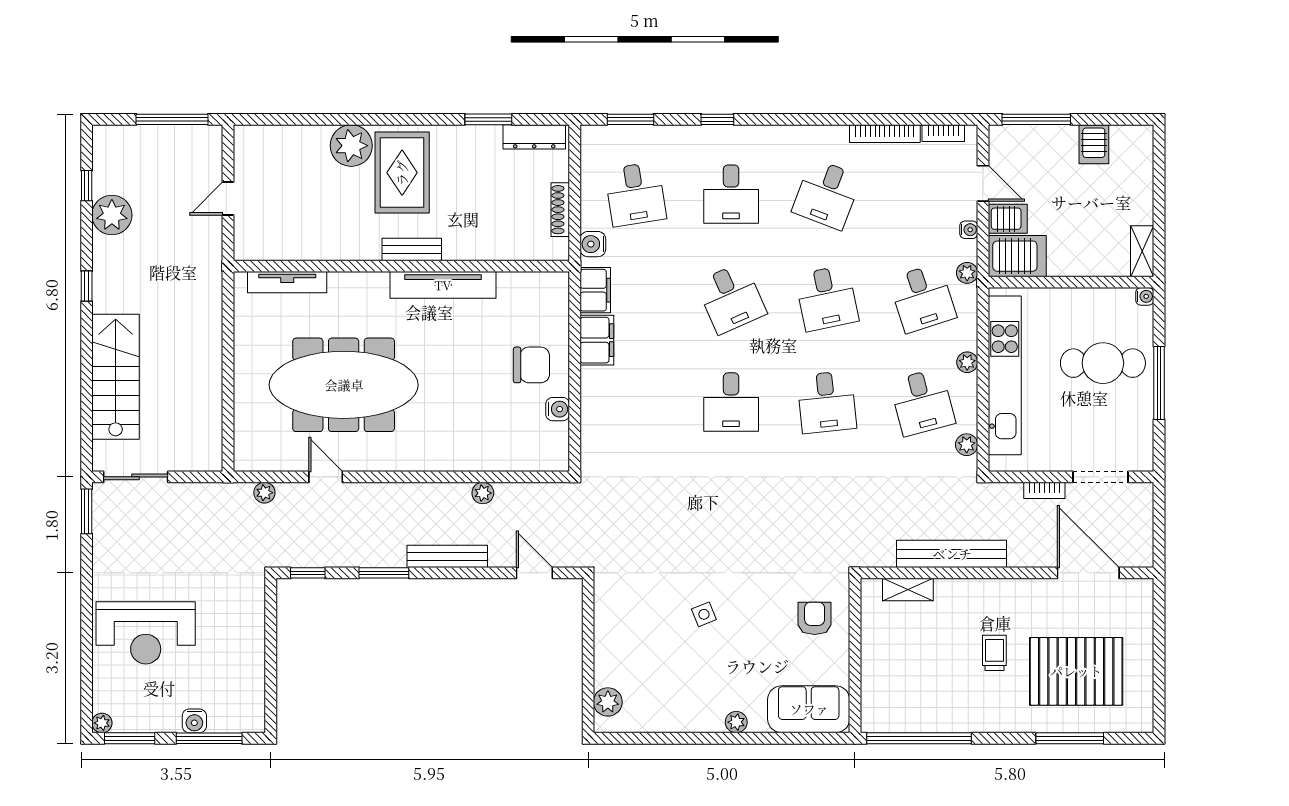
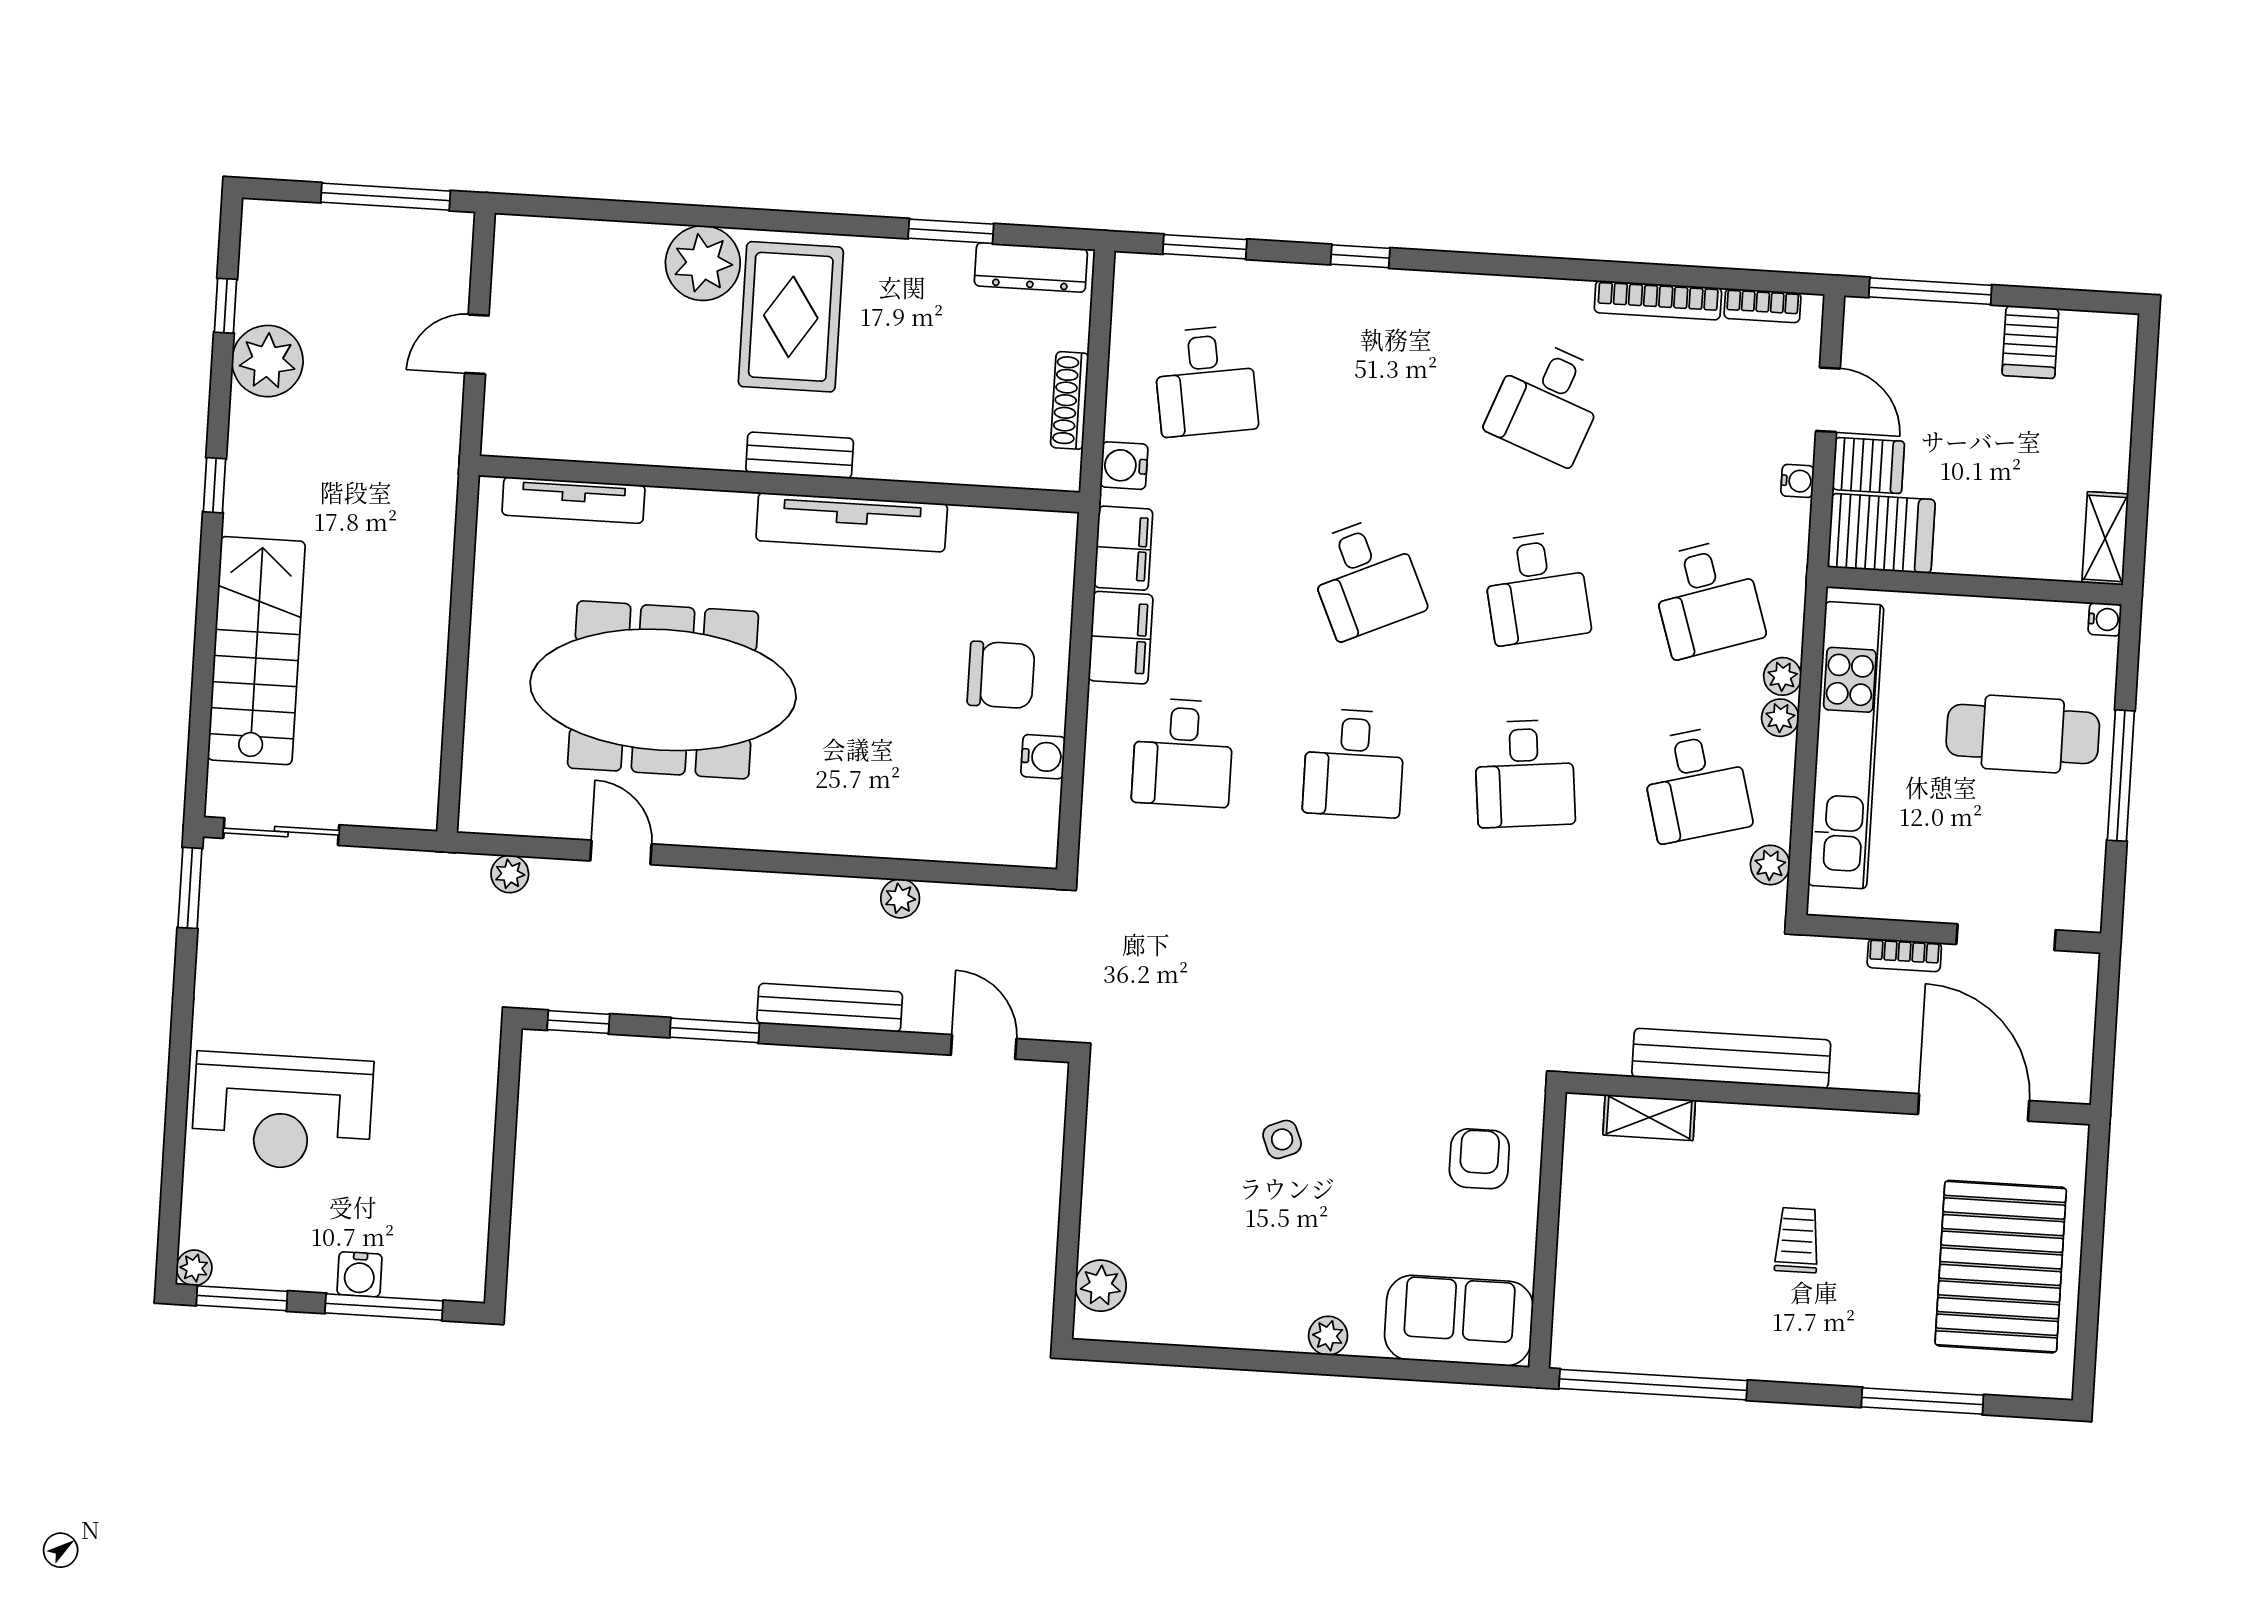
desk: (731, 194) -> (1183, 753), moved
plant: (967, 273) -> (1783, 676), moved
pallet: (1076, 671) -> (2001, 1267), moved, turned 90

